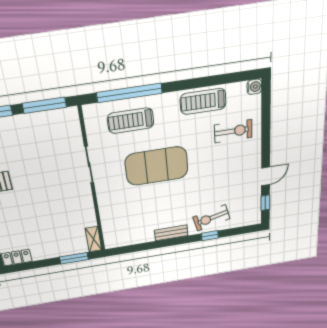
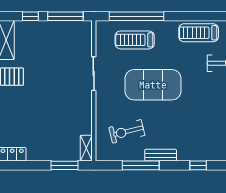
exercise bike: (211, 218) -> (127, 131), moved
window: (152, 245) -> (141, 165), added

